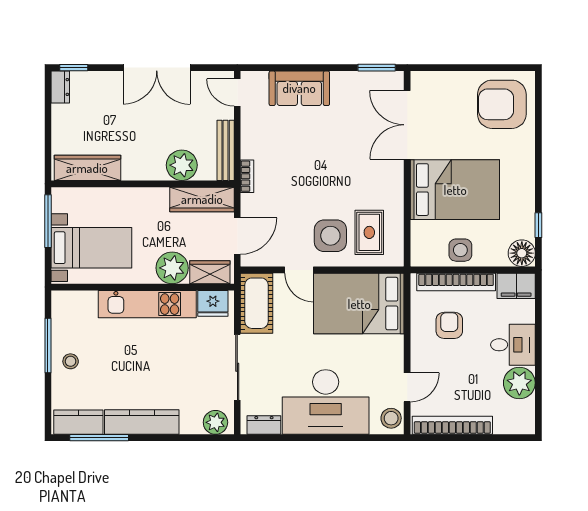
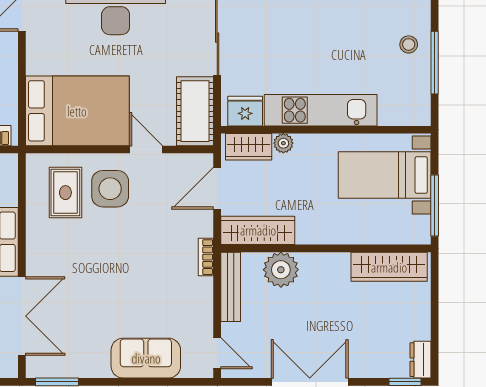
plant: (172, 268) -> (283, 143), width x0.53, depth x0.53

